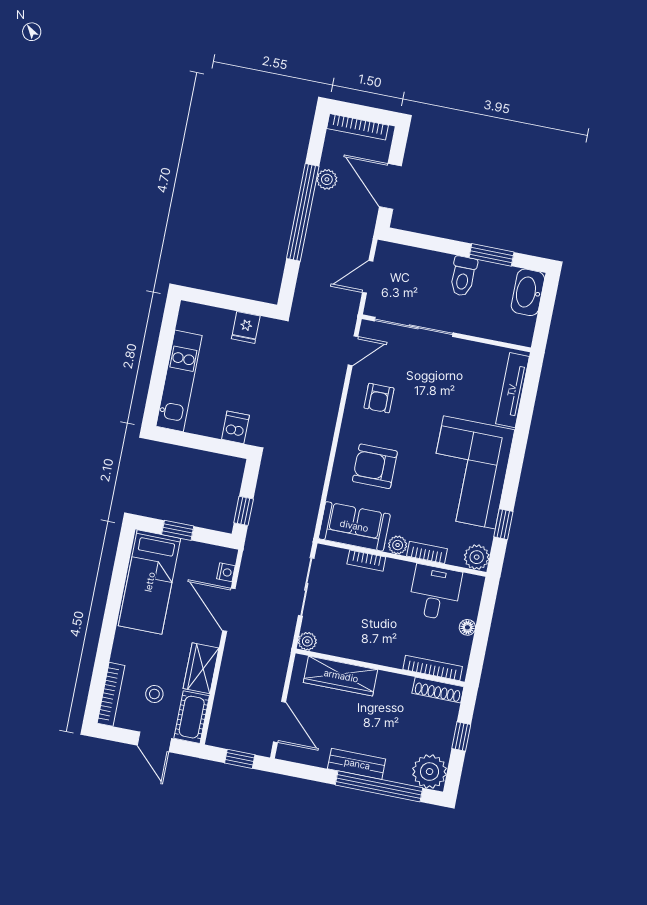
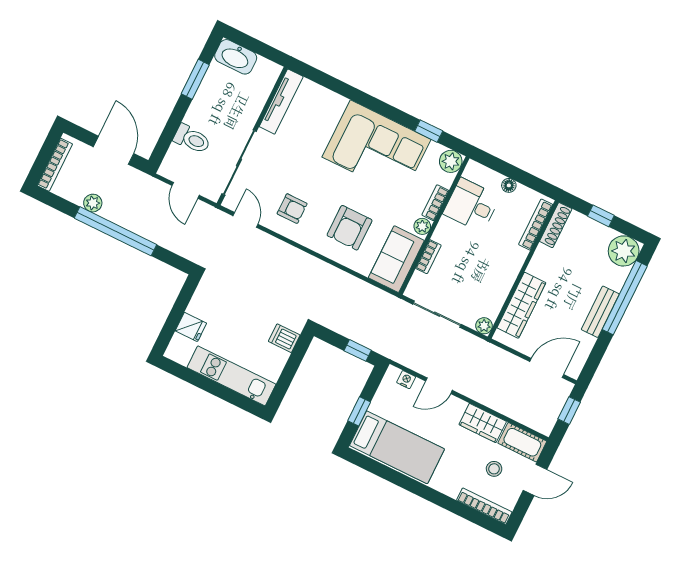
door: (390, 186) -> (113, 150), swing flipped
toilet: (463, 276) -> (192, 139), moved
fridge: (246, 327) -> (191, 327), moved
tv unit: (512, 390) -> (281, 102), moved, turned -90
door: (229, 610) -> (439, 386), width x0.73

